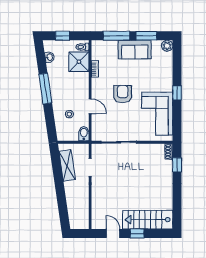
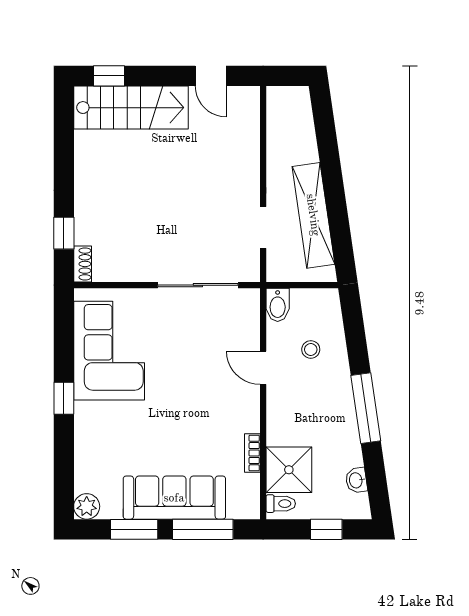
sofa: (135, 50) -> (174, 498), width x1.36
armchair: (123, 94) -> (189, 396), removed
shelving: (67, 166) -> (313, 215), width x1.47
window: (137, 233) -> (109, 76), moved

